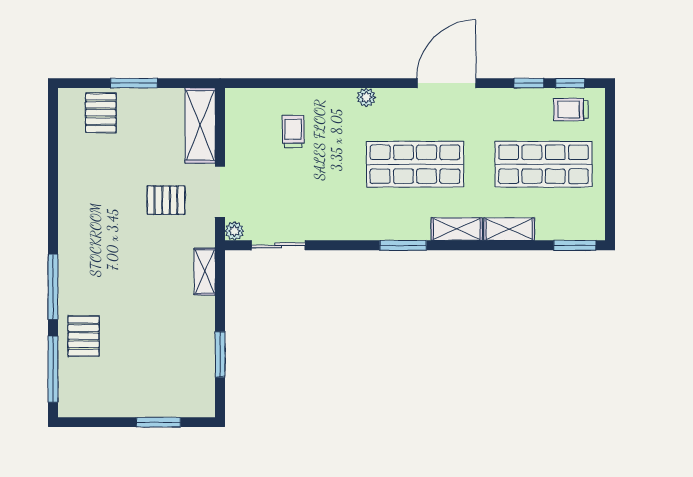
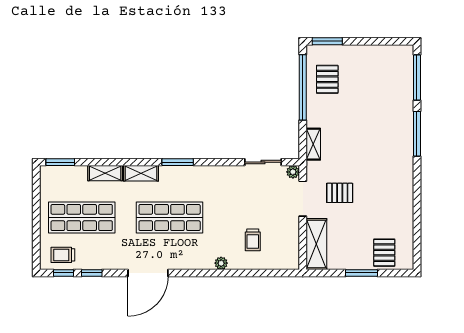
plant: (366, 97) -> (221, 263), moved
trolley: (571, 109) -> (63, 255), turned 180
pallet: (84, 336) -> (327, 79), moved
window: (220, 355) -> (303, 87), width x2.11
window: (158, 422) -> (327, 41), moved

